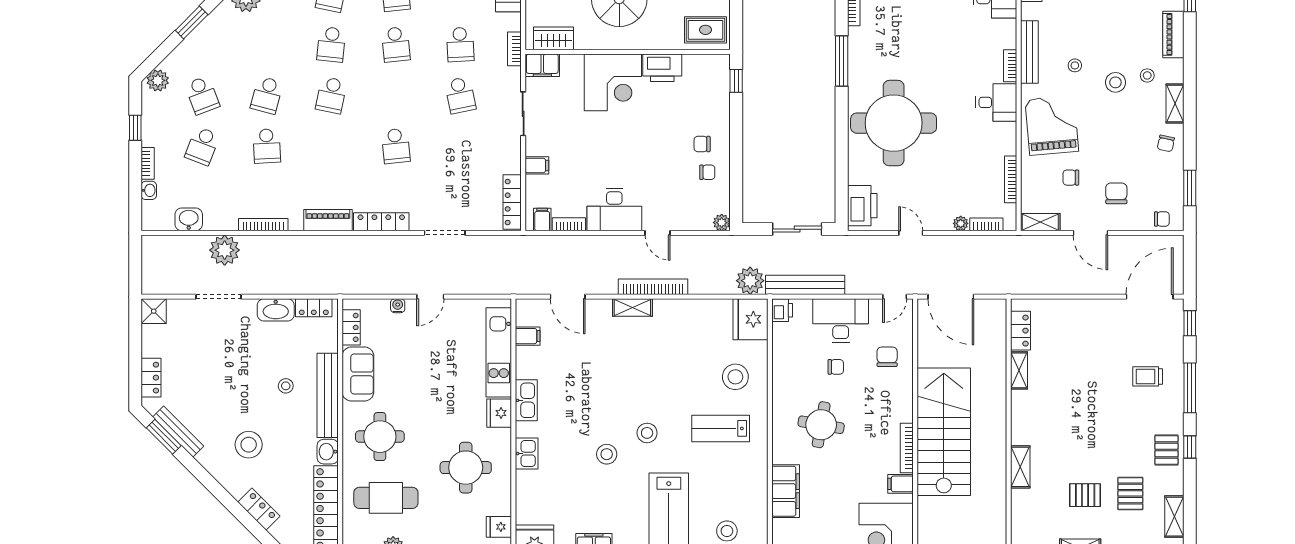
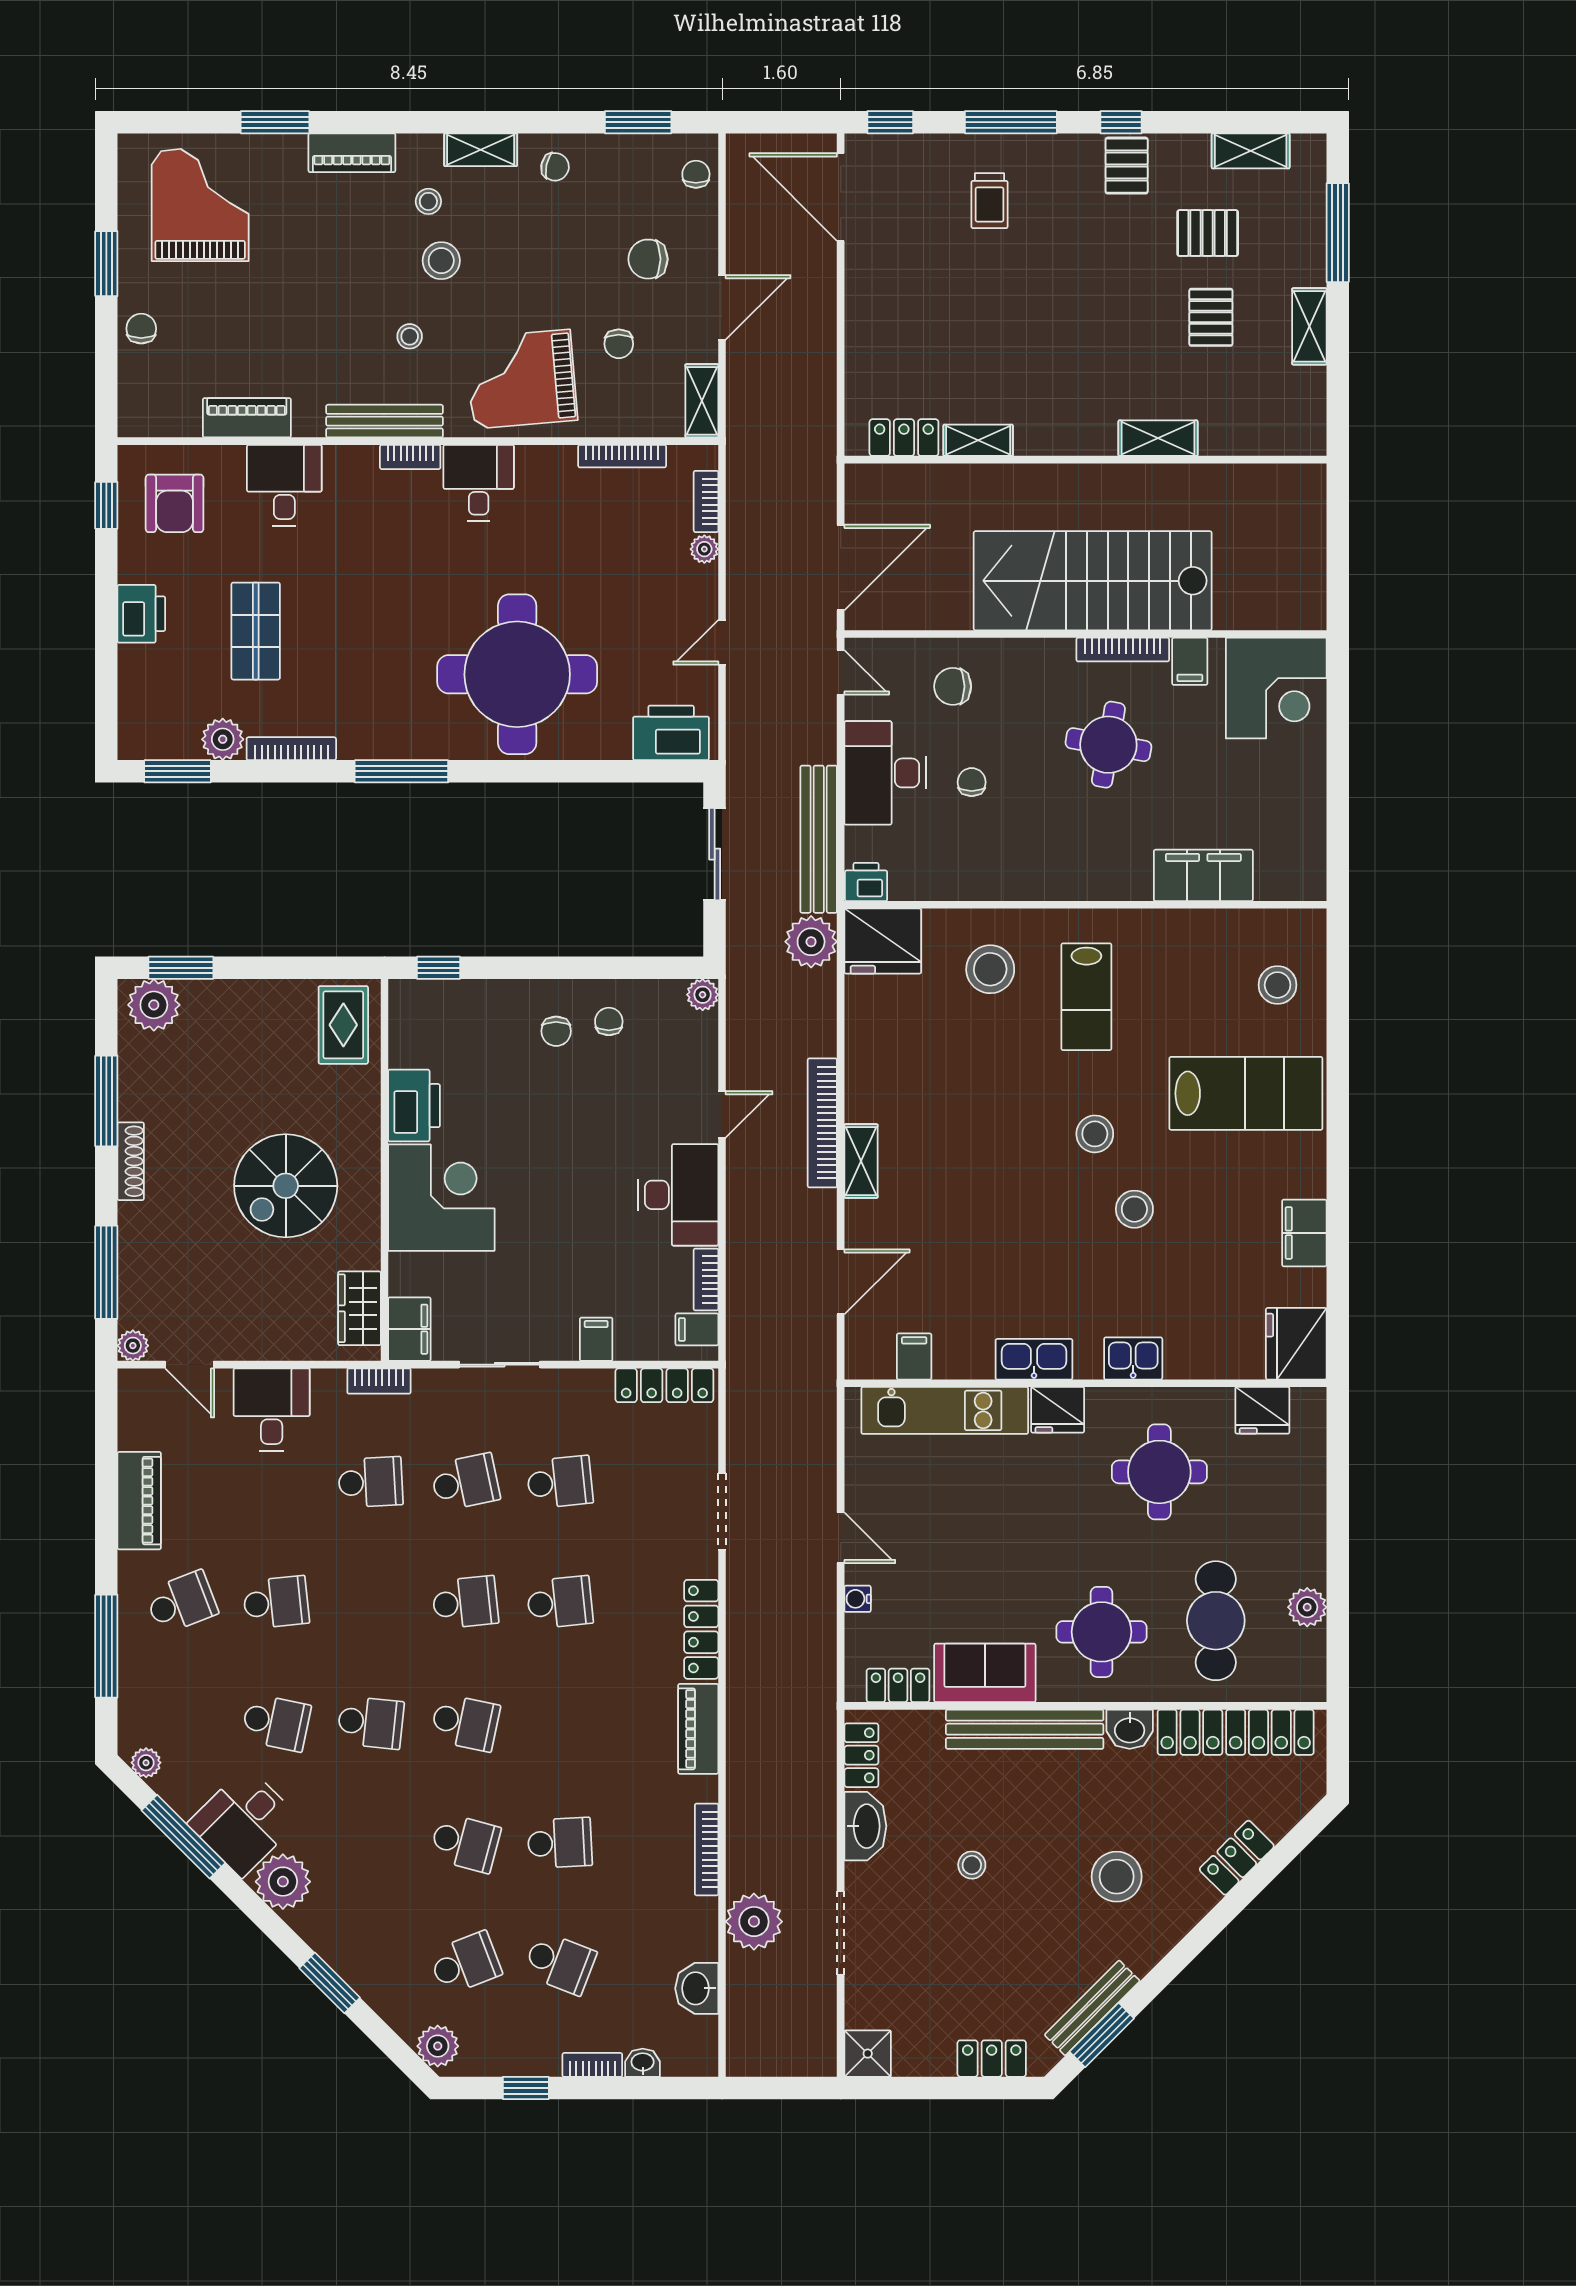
school desk: (396, 44) -> (465, 1602), moved
school desk: (460, 146) -> (560, 1482), added
stool: (286, 386) -> (972, 1865), moved
round table: (821, 425) -> (1108, 745), moved
pallet: (1166, 450) -> (1127, 166), turned 90
fridge: (499, 527) -> (1262, 1410), width x1.38

